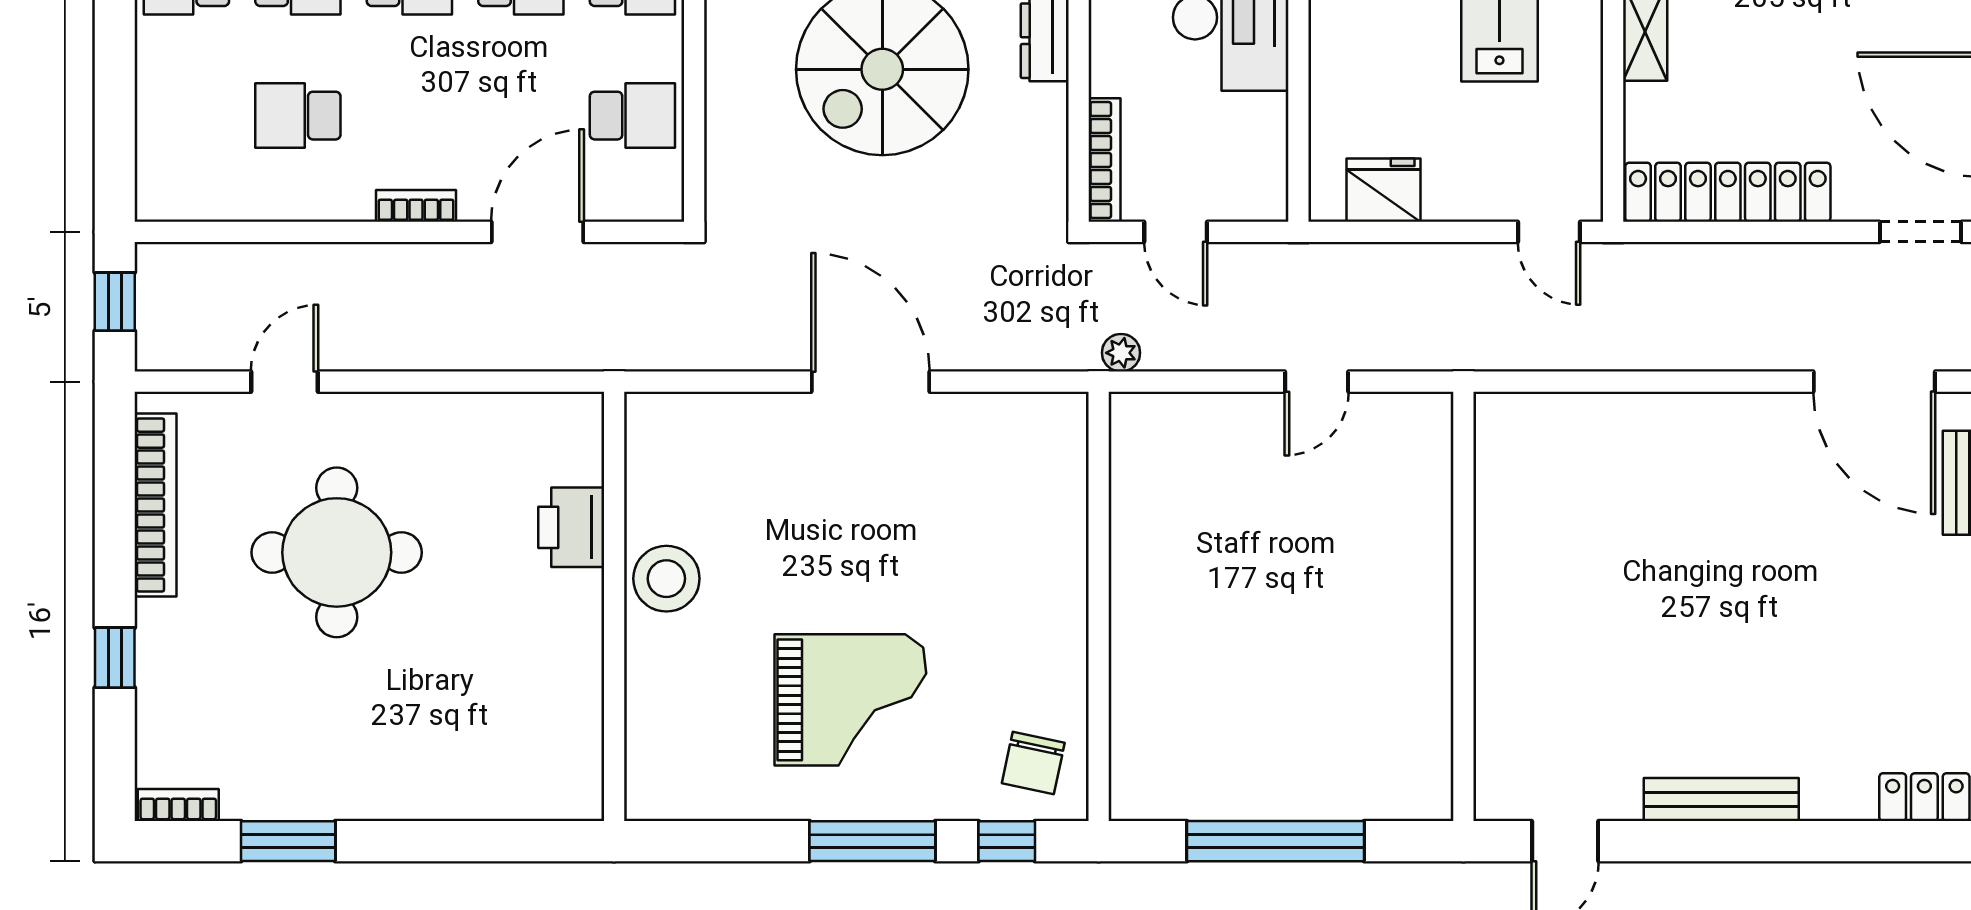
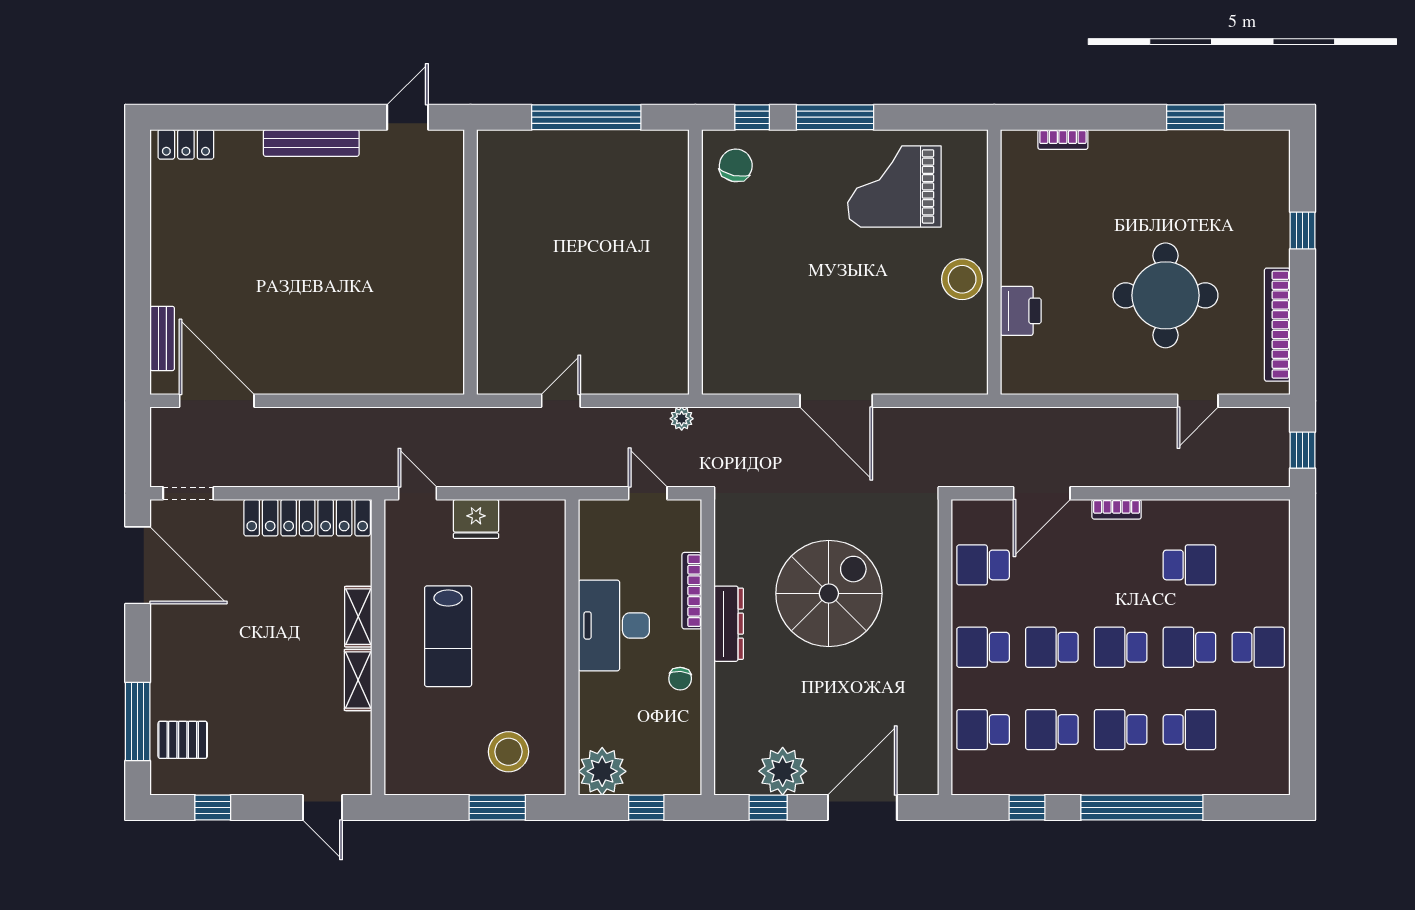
bookcase: (1105, 160) -> (692, 591), moved
fridge: (1383, 190) -> (476, 519), moved
grand piano: (850, 700) -> (894, 186), moved
bookcase: (178, 805) -> (1063, 139), moved

